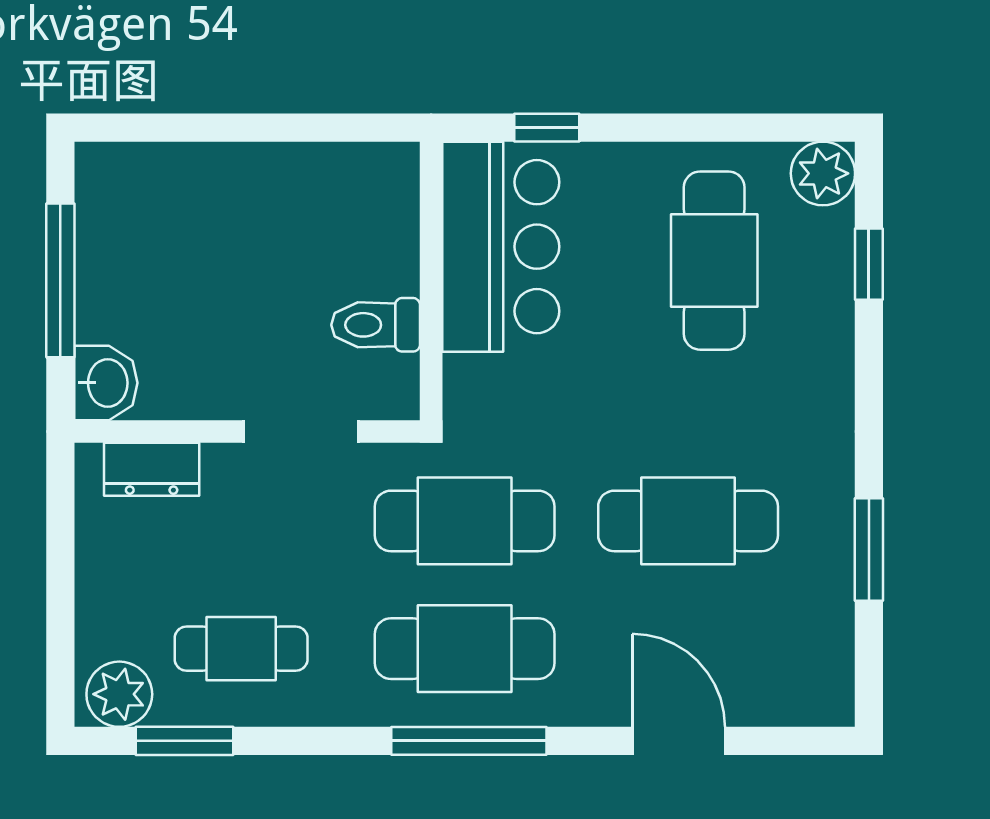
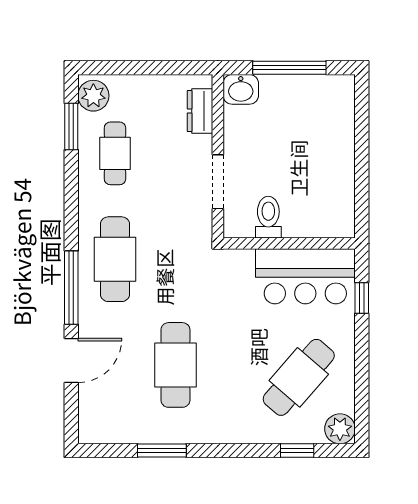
cafe table: (714, 261) -> (299, 377), turned -49
cafe table: (465, 521) -> (175, 259), removed
window: (469, 741) -> (71, 288), moved

